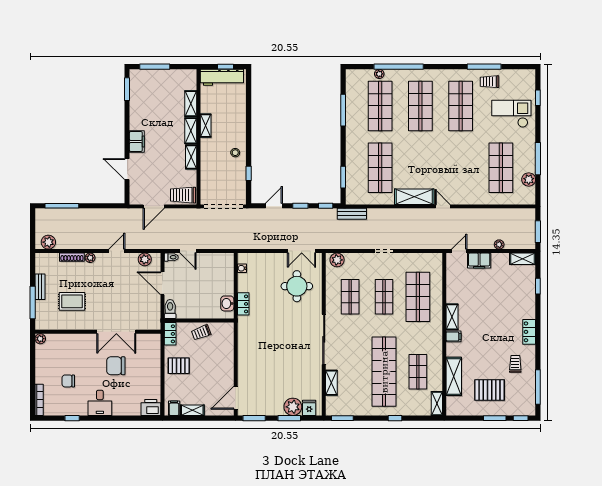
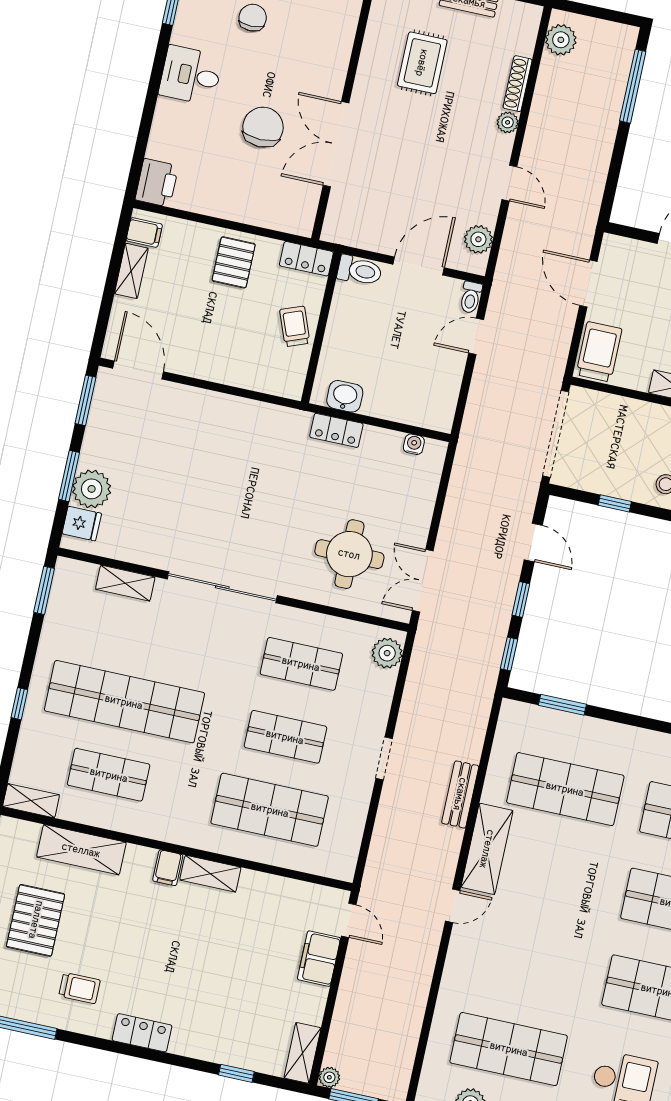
bench: (352, 214) -> (460, 794), moved
plant: (499, 244) -> (329, 1077), moved

